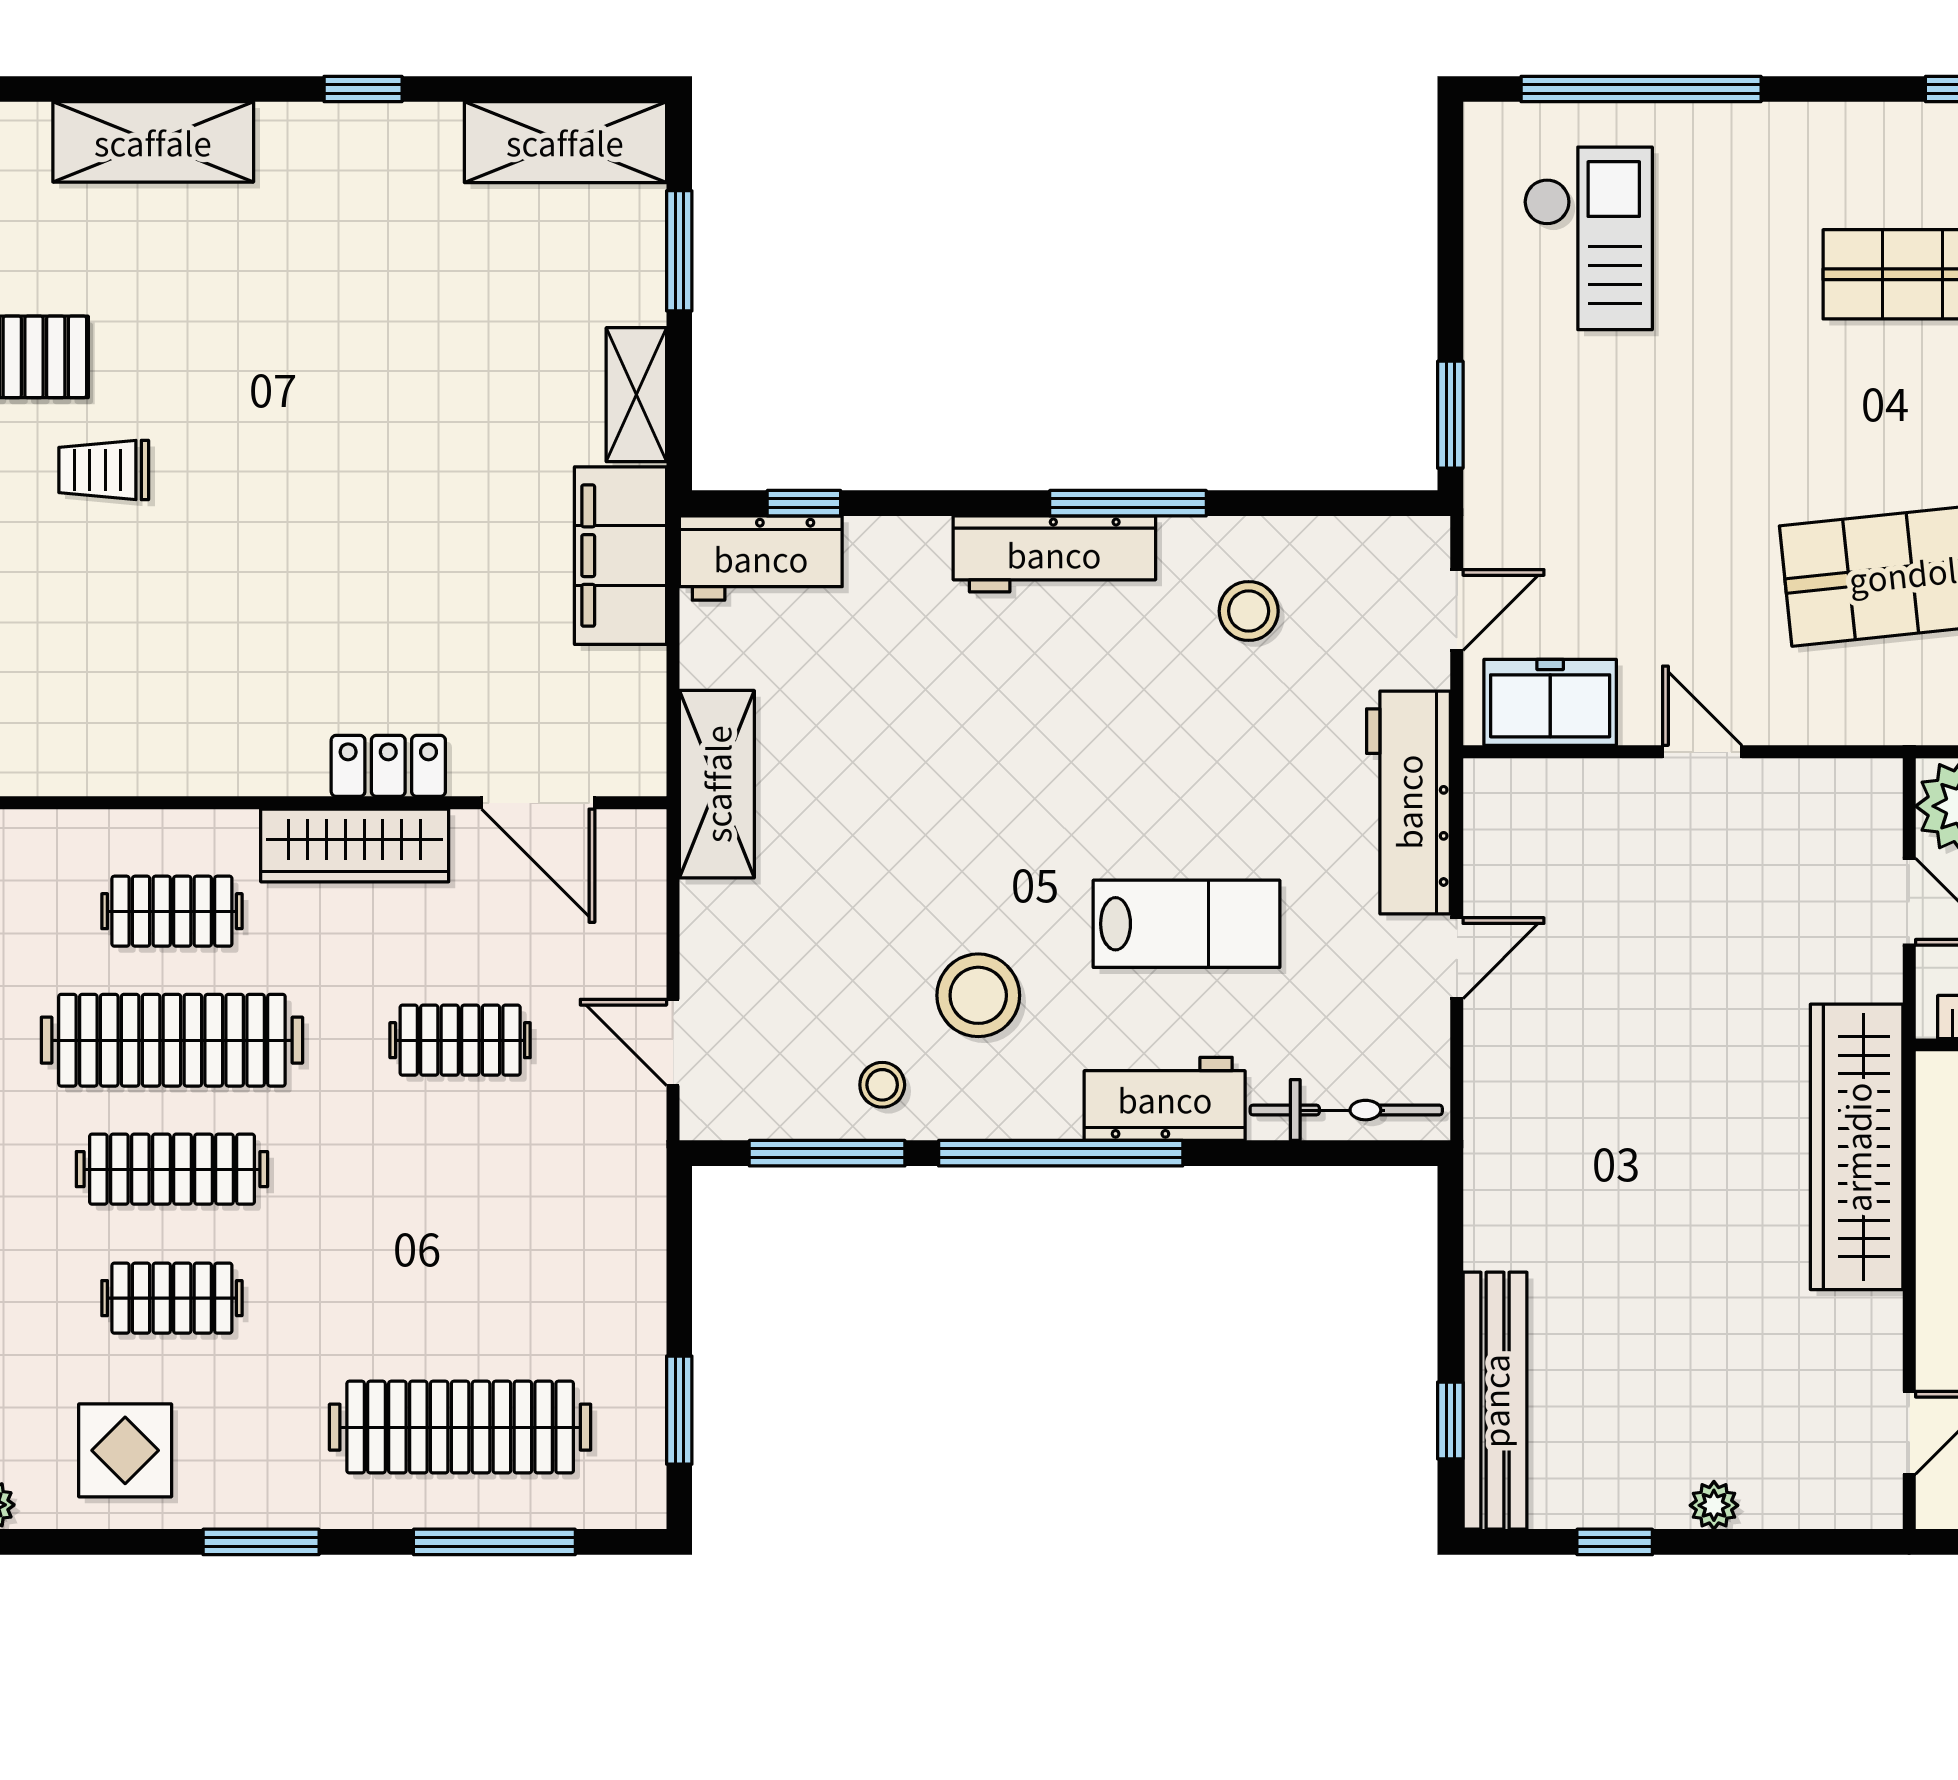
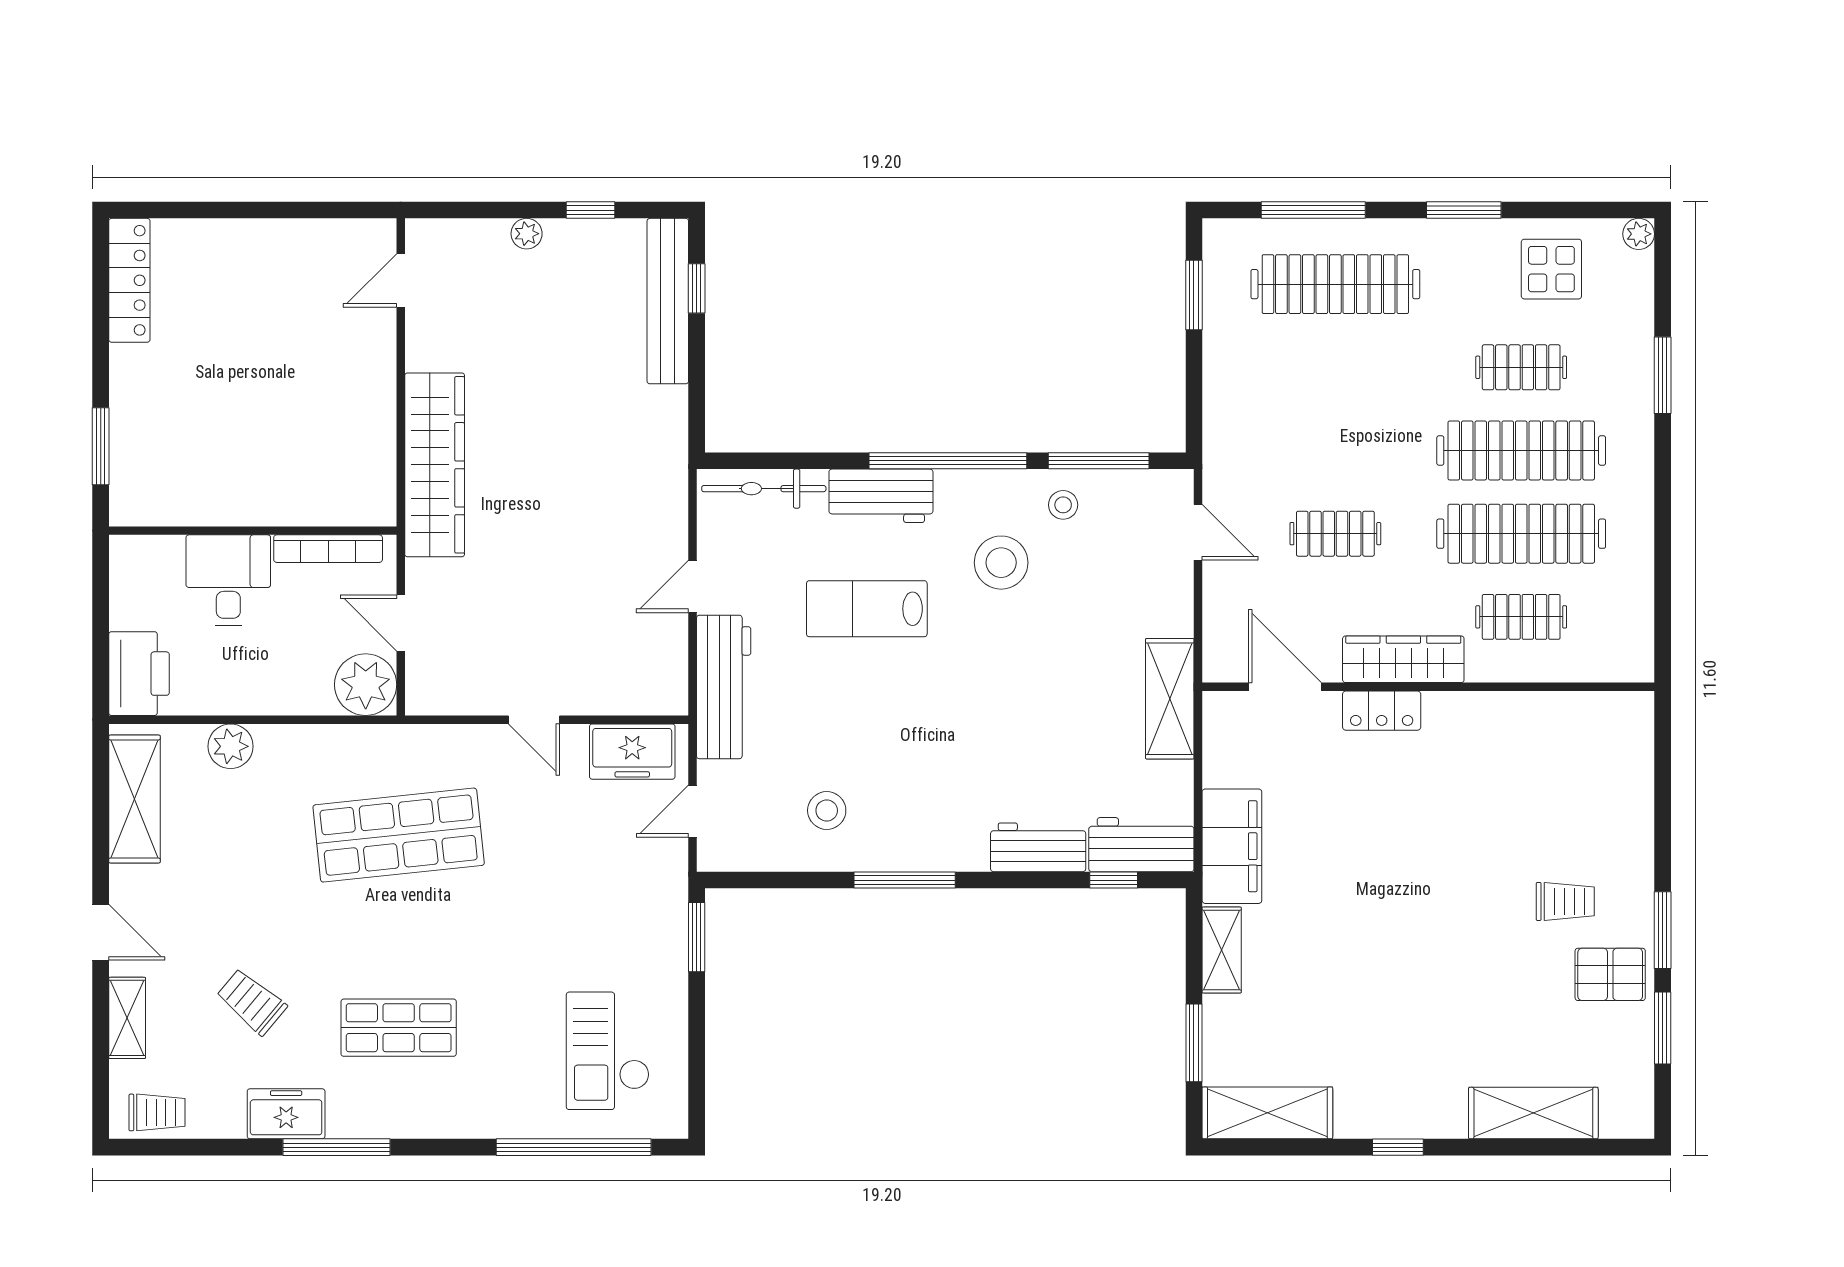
workbench: (1054, 554) -> (1038, 847), moved, width x0.73
clothes rail: (172, 1169) -> (1521, 450), width x1.37, depth x1.31

